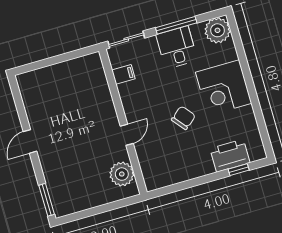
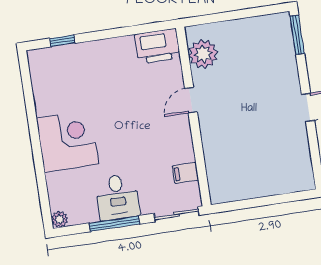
plant: (218, 30) -> (60, 219), width x0.53, depth x0.53
chair: (183, 118) -> (120, 112), removed
printer: (230, 156) -> (157, 46), moved

